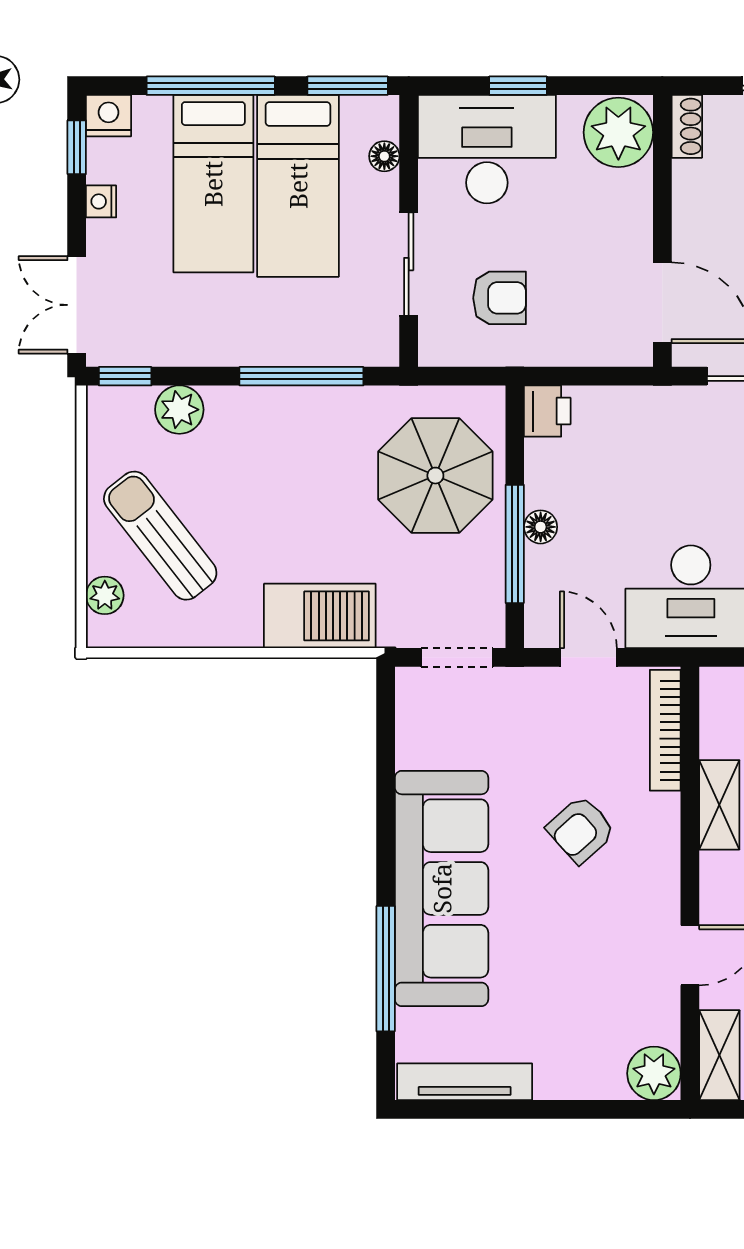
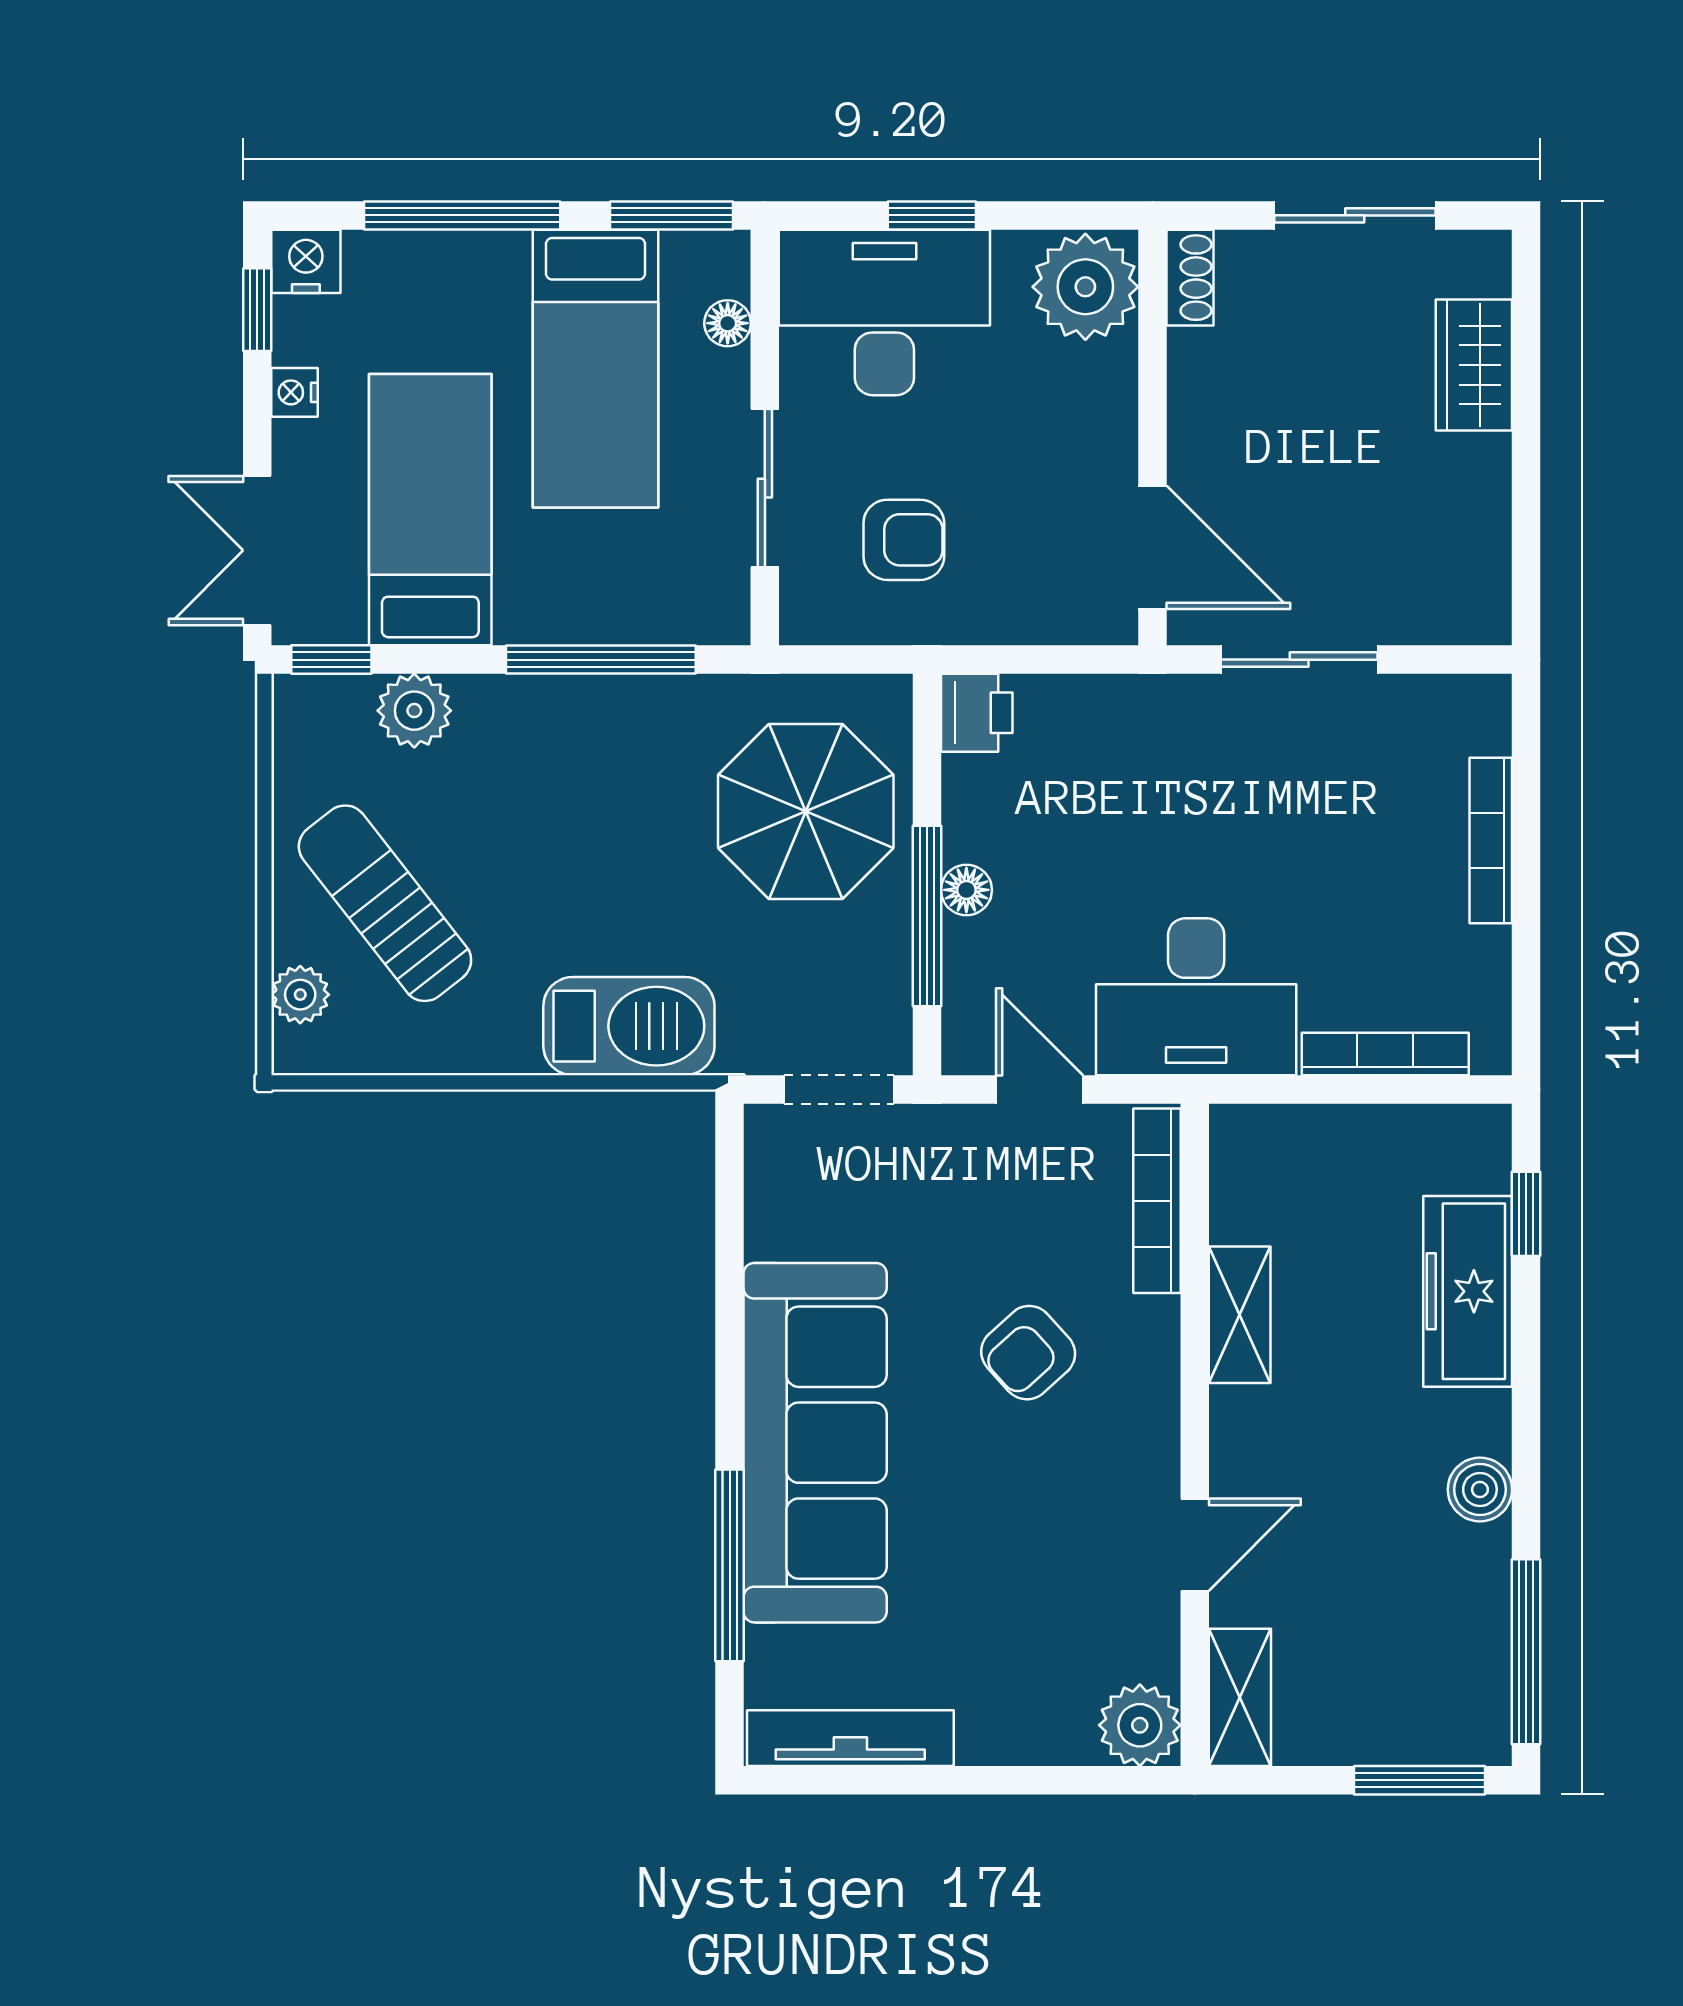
bed: (213, 184) -> (430, 510), moved, turned 180

